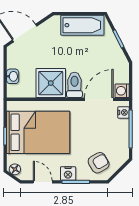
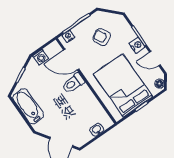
shower: (51, 83) -> (83, 100), removed
washing machine: (122, 91) -> (41, 57), moved
armchair: (99, 163) -> (102, 37), moved
door: (43, 182) -> (155, 59), hinge flipped

